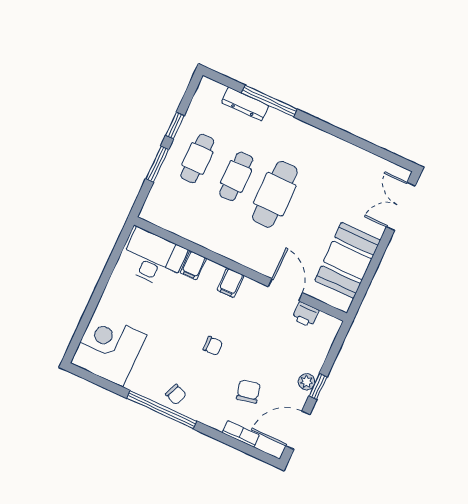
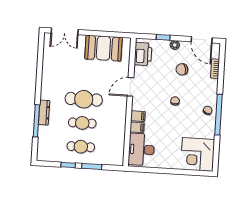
dresser: (245, 104) -> (44, 112), moved
filing cabinet: (230, 283) -> (138, 116), moved
door: (285, 290) -> (130, 87), moved
printer: (306, 314) -> (143, 54), width x1.87, depth x1.48
window: (318, 386) -> (163, 37), moved
chair: (248, 391) -> (182, 69), moved

